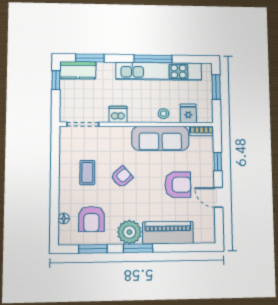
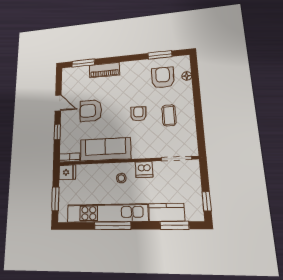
kitchen counter: (78, 70) -> (167, 212), moved
fridge: (188, 113) -> (67, 172), moved, turned -90
stool: (164, 114) -> (121, 178), moved
armchair: (122, 177) -> (138, 114), turned 133
plant: (129, 232) -> (130, 70), removed
piano: (168, 233) -> (104, 70), width x0.73, depth x0.75
window: (138, 248) -> (83, 63), moved

